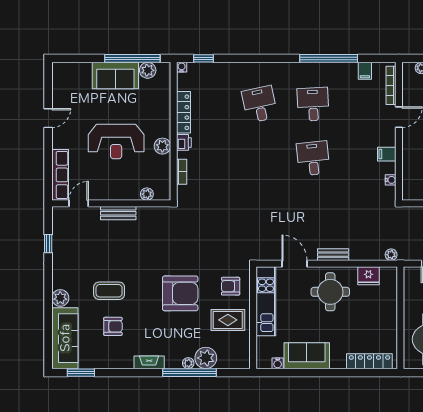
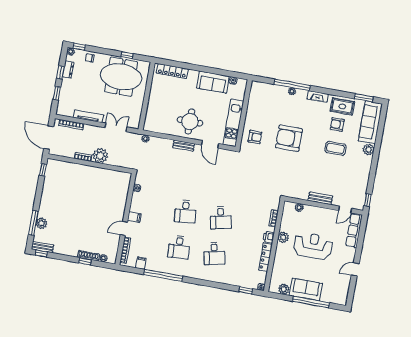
window: (132, 58) -> (311, 302), moved
filing cabinet: (387, 154) -> (134, 217), moved
desk: (259, 158) -> (221, 218), added
window: (48, 244) -> (368, 200), moved
fridge: (368, 276) -> (163, 127), removed
rug: (228, 320) -> (342, 106), moved
plant: (206, 358) -> (280, 93), removed

